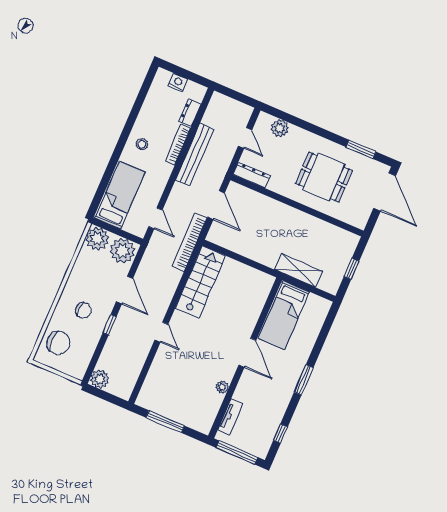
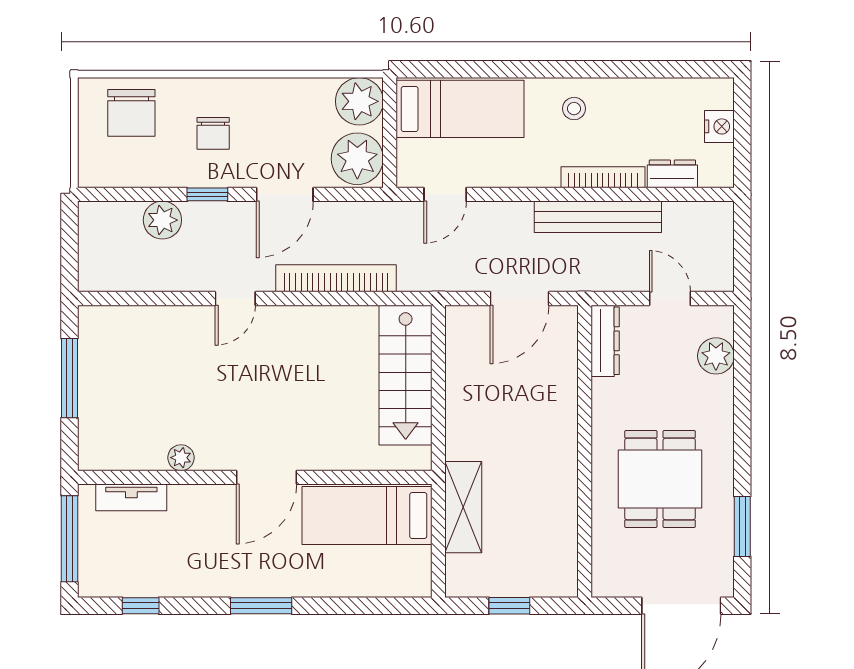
door: (245, 138) -> (670, 299), swing flipped
bookcase: (189, 242) -> (336, 278), moved
stairs: (201, 282) -> (406, 375), moved, turned 90
plant: (100, 379) -> (162, 220), moved

